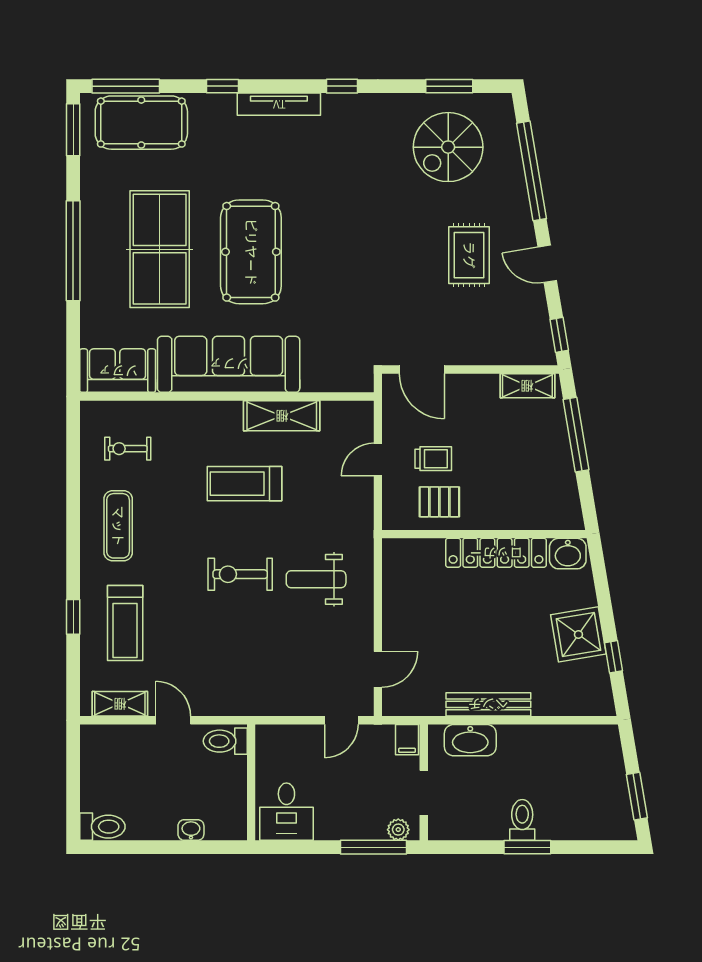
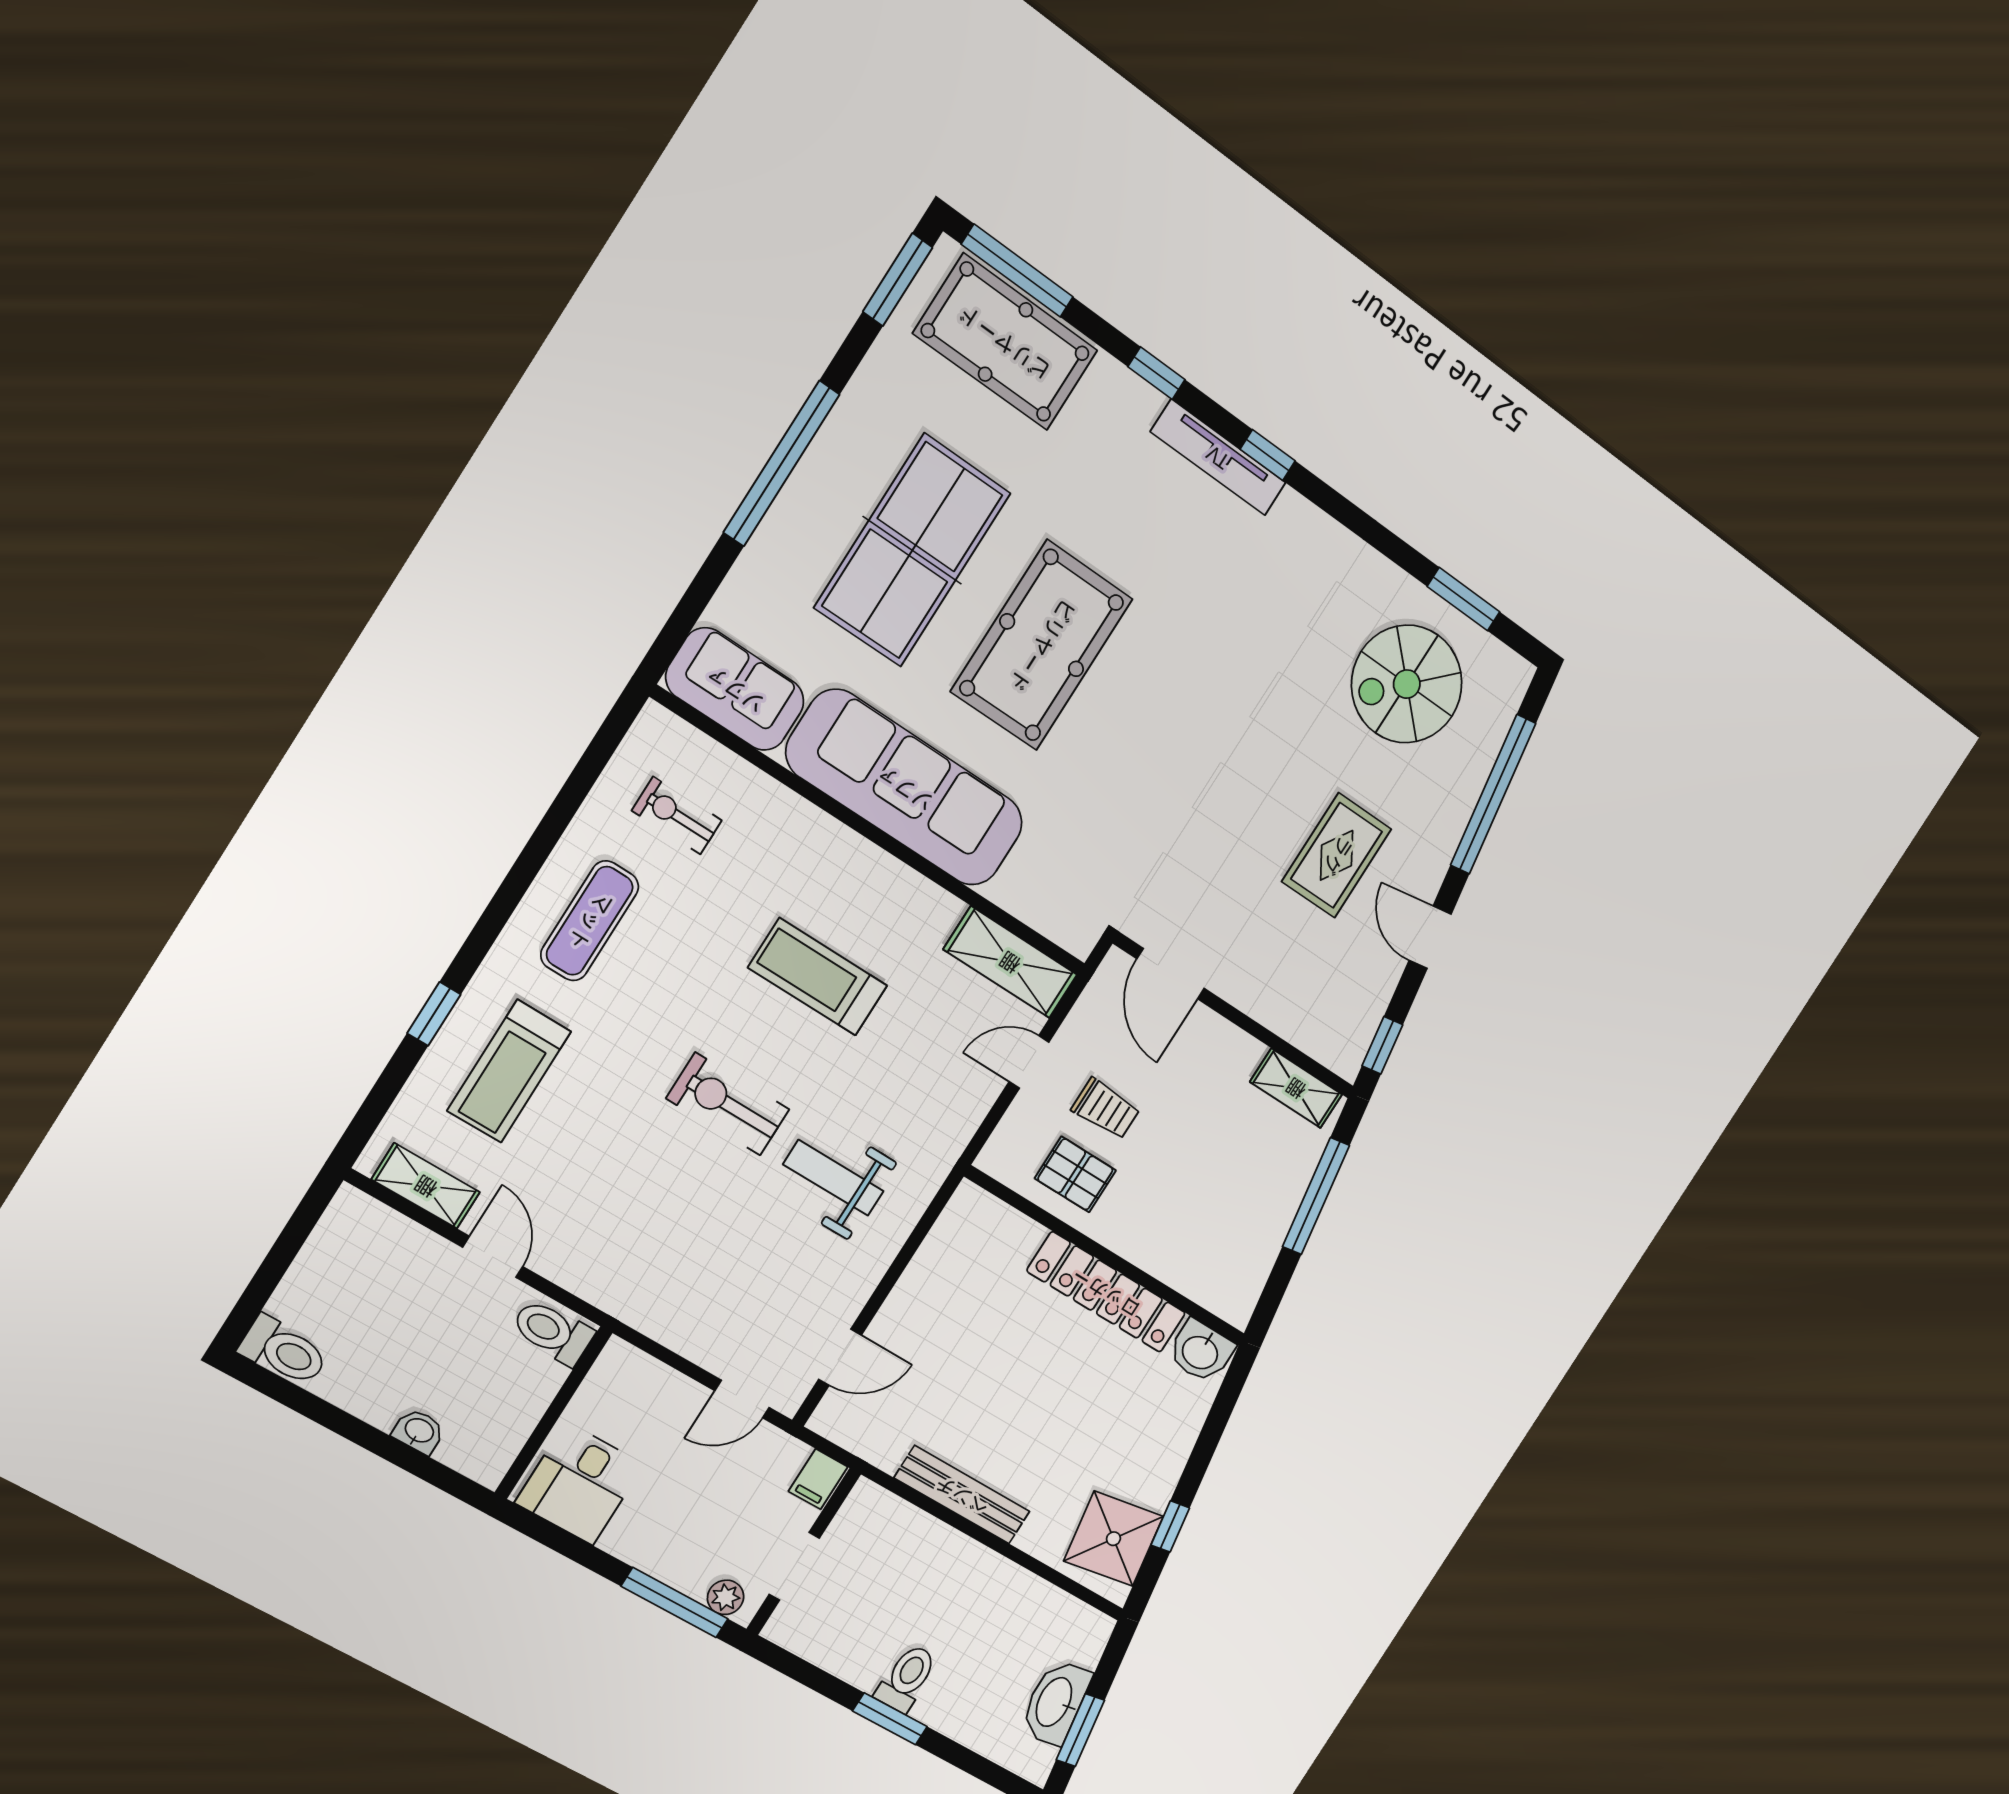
window: (342, 86) -> (1268, 455), moved
shelving: (282, 416) -> (1010, 962), moved
shower: (578, 634) -> (1113, 1539), moved
washbasin: (470, 740) -> (1055, 1702), moved, turned 80

